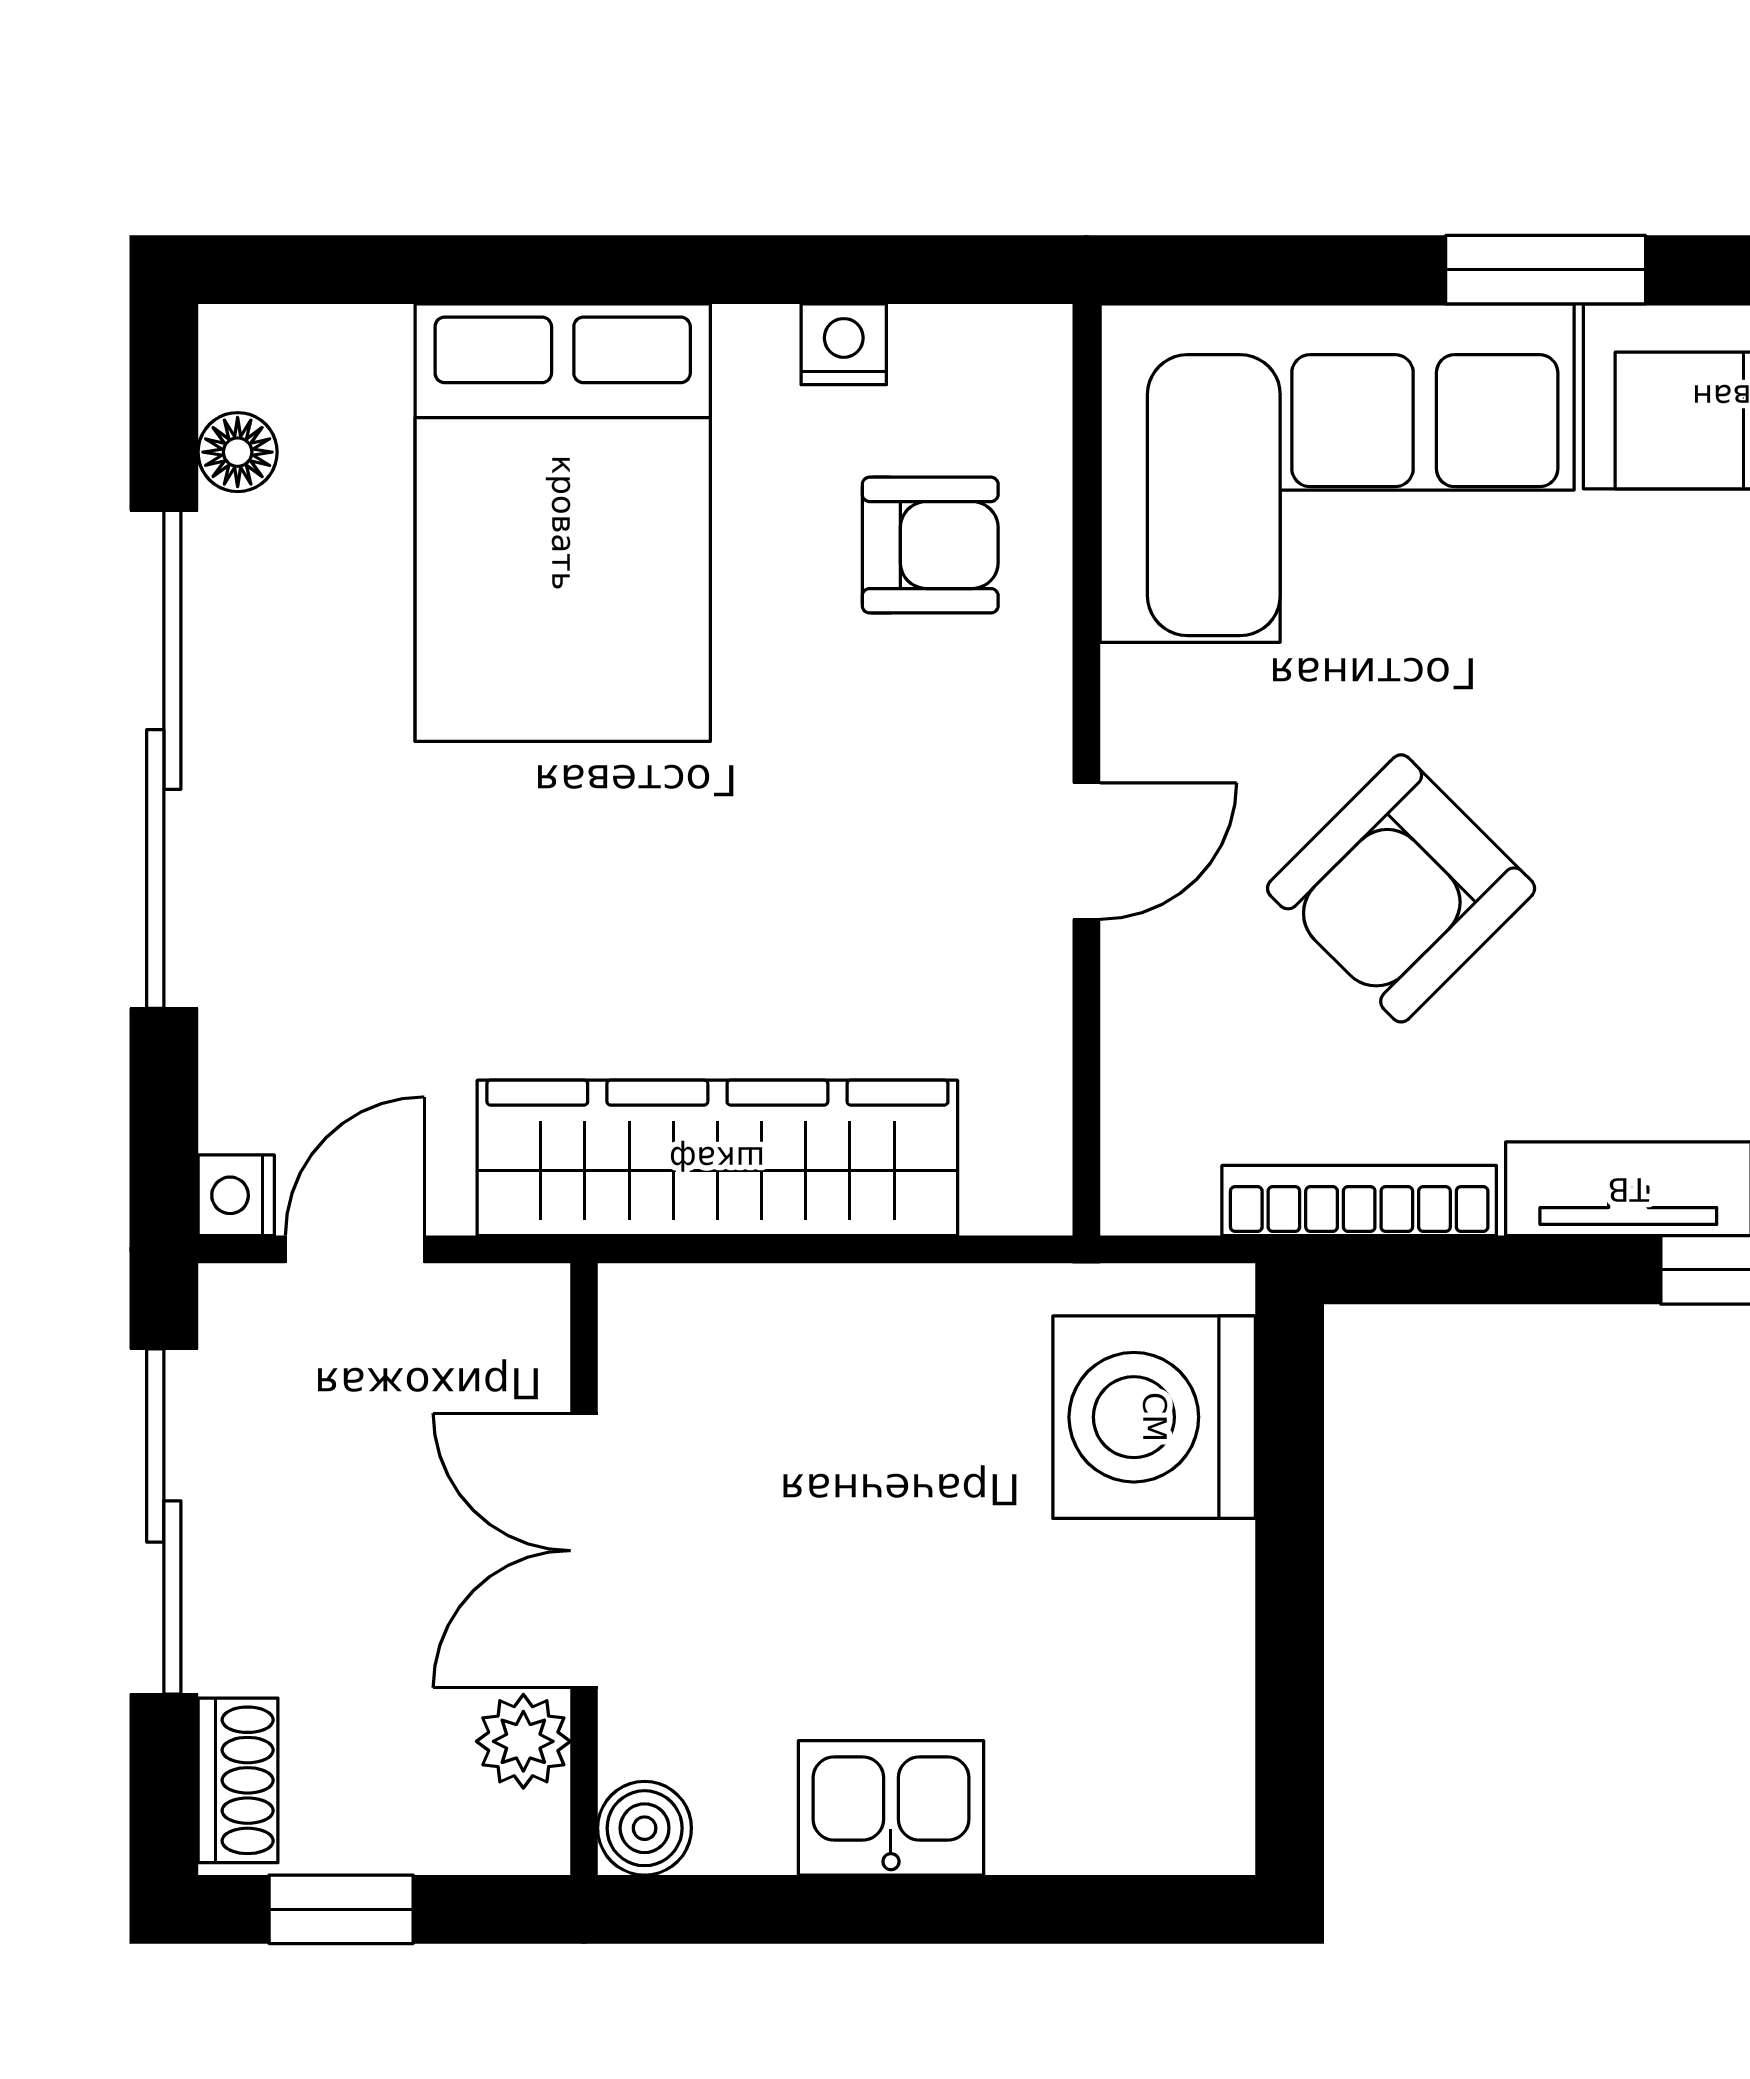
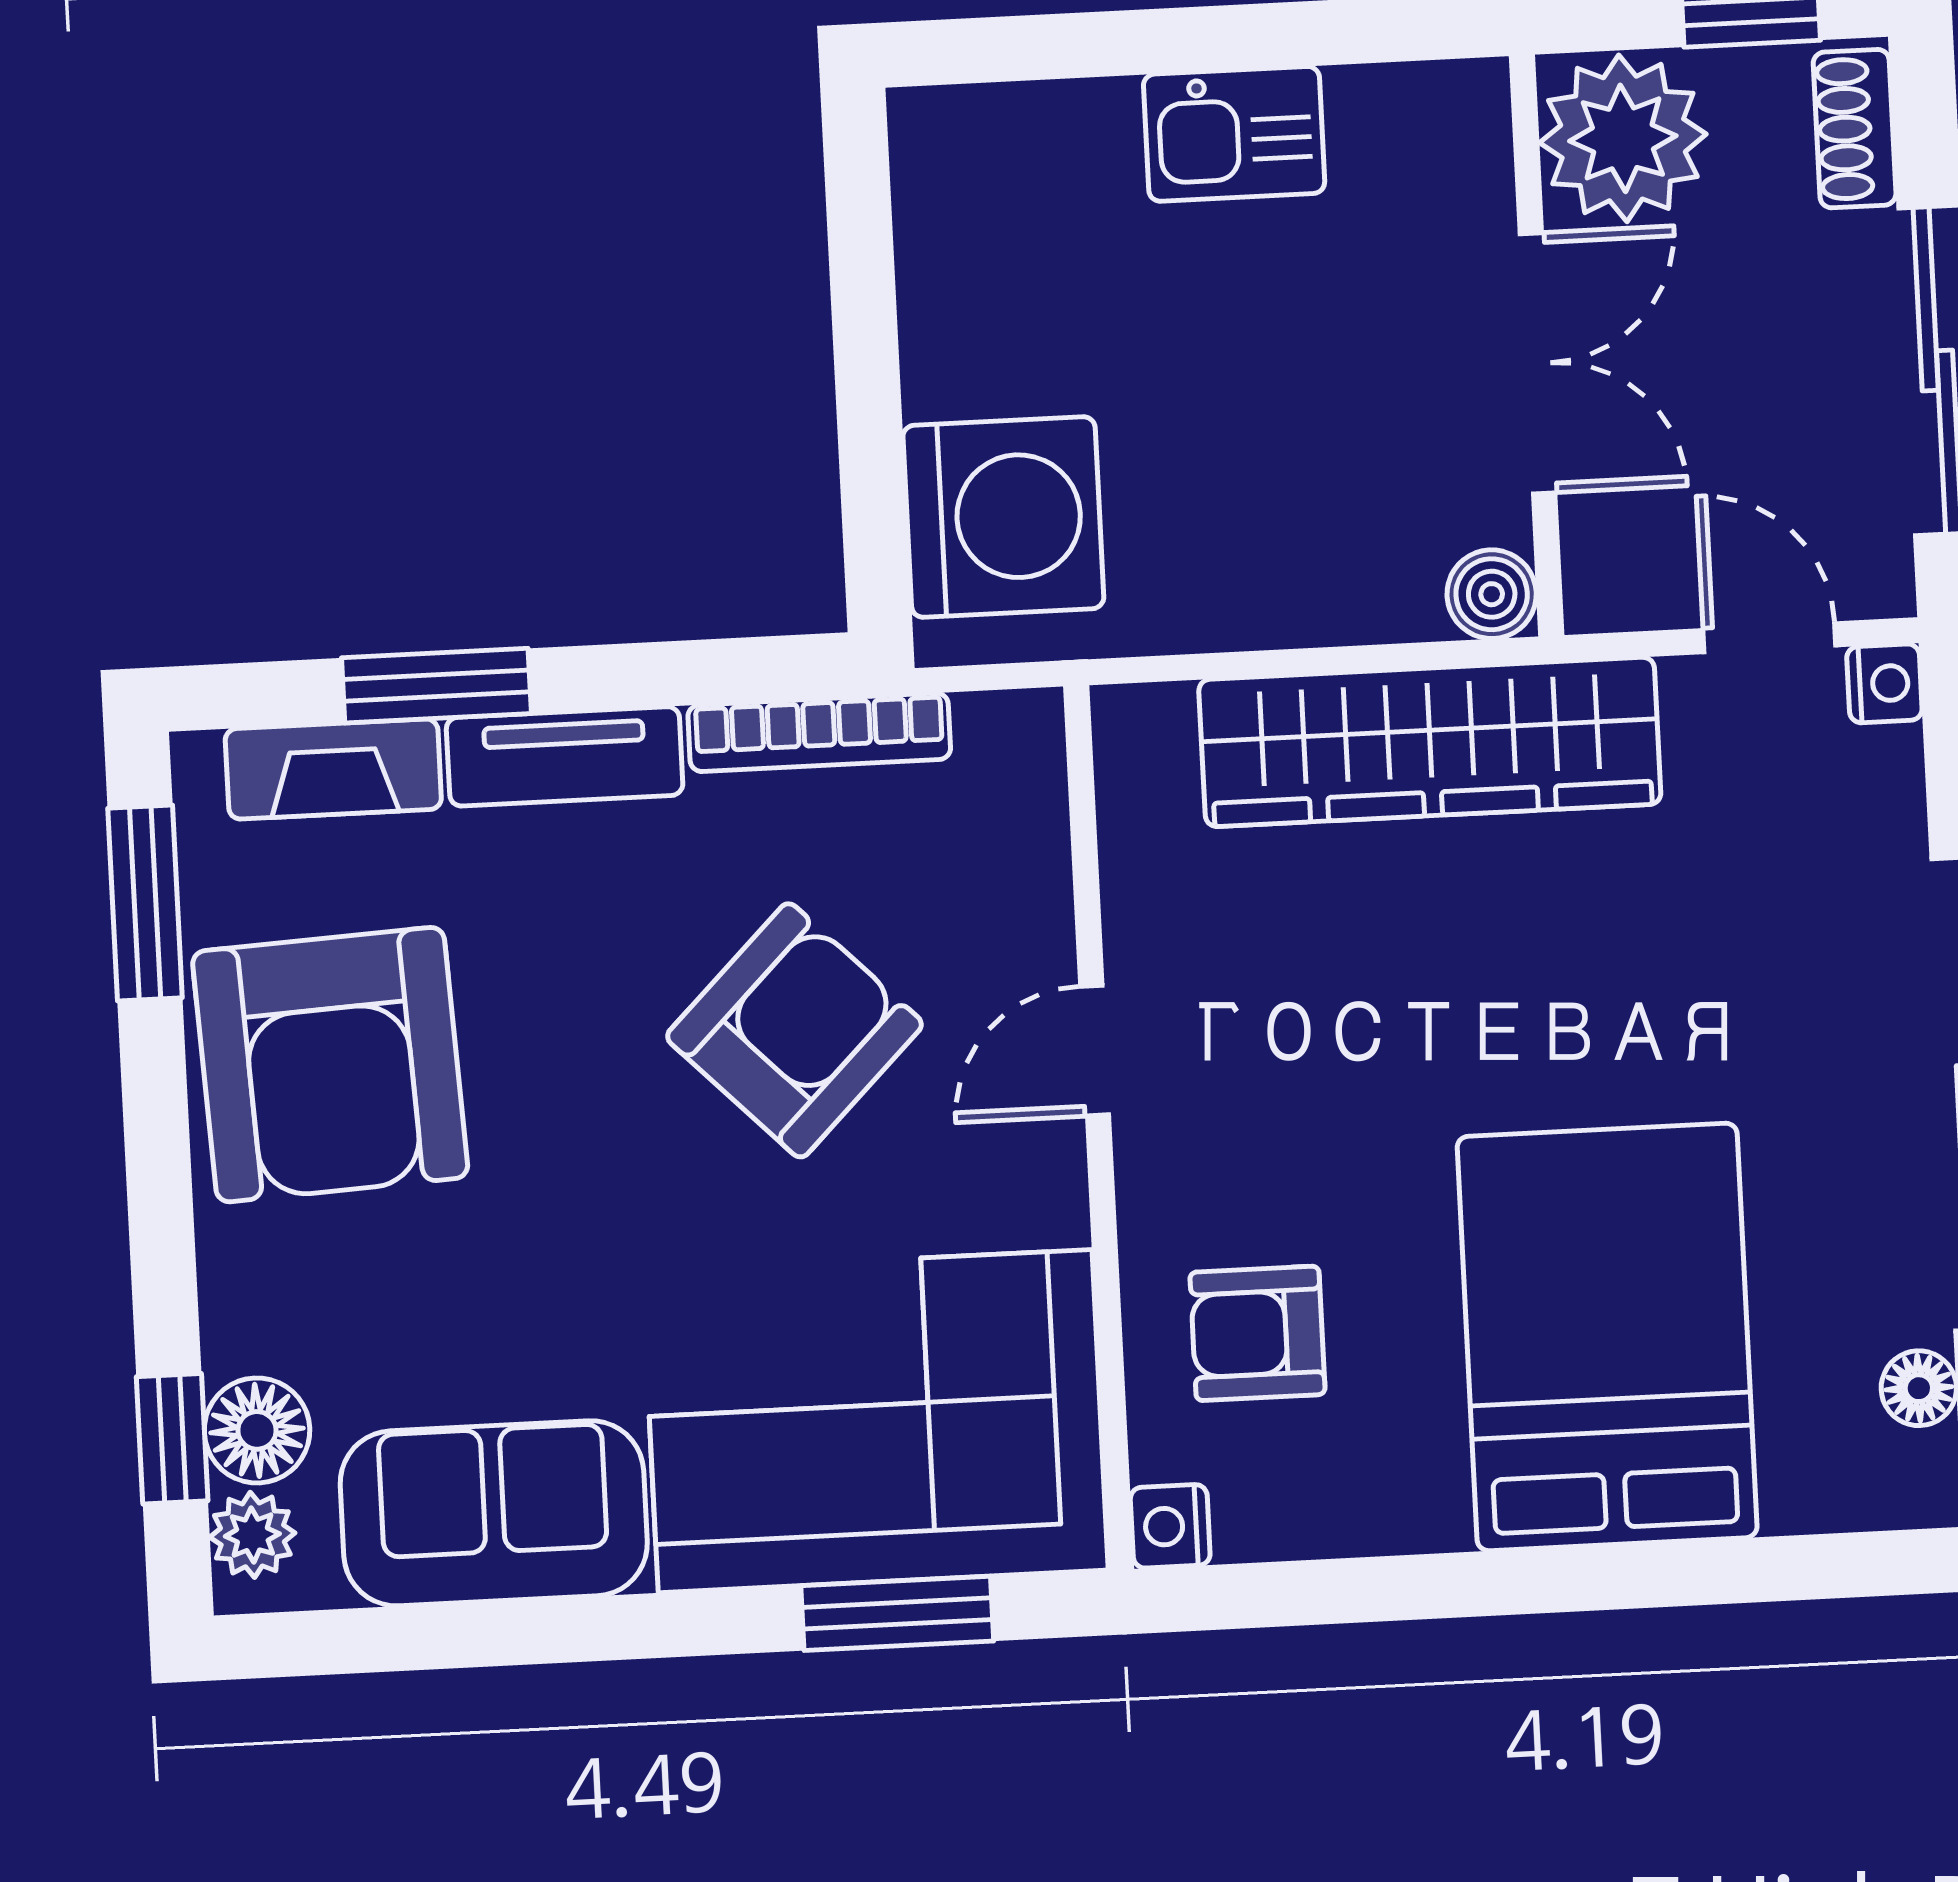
window: (1546, 270) -> (897, 1613), moved
nightstand: (844, 344) -> (1170, 1526), moved, turned 90
door: (355, 1249) -> (1769, 638), swing flipped
plant: (523, 1741) -> (1623, 138), width x1.87, depth x1.87
boiler: (645, 1828) -> (1492, 594), moved

